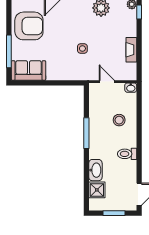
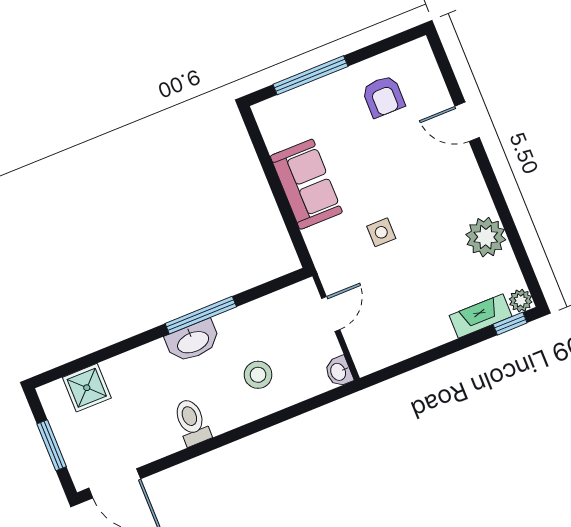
armchair: (29, 26) -> (383, 96), width x0.53, depth x0.53
fireplace: (131, 50) -> (481, 316), moved
sofa: (28, 70) -> (306, 184), moved
washbasin: (95, 170) -> (193, 341), moved

